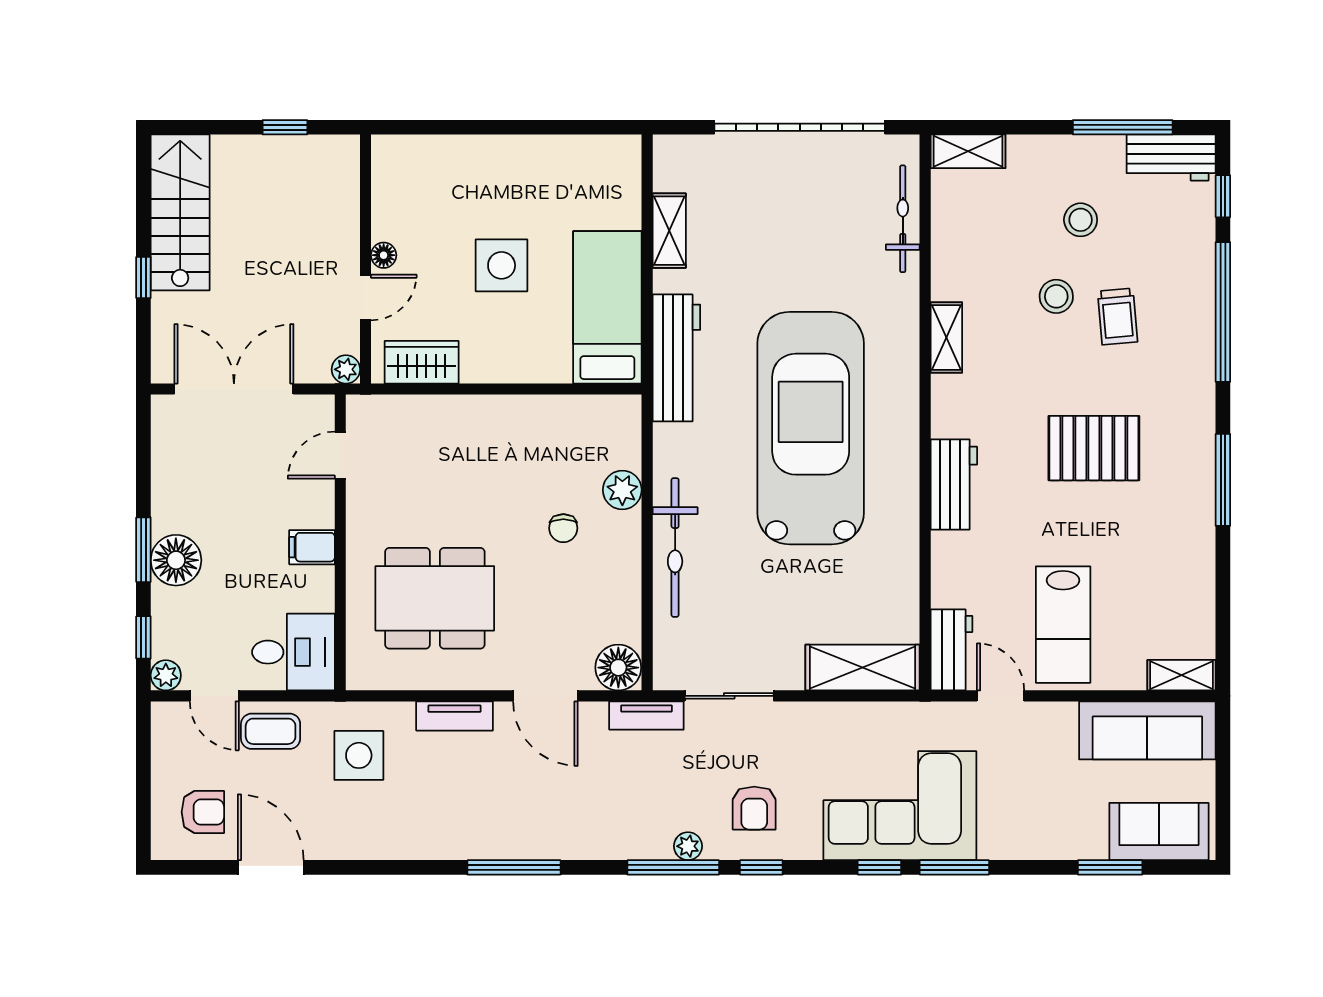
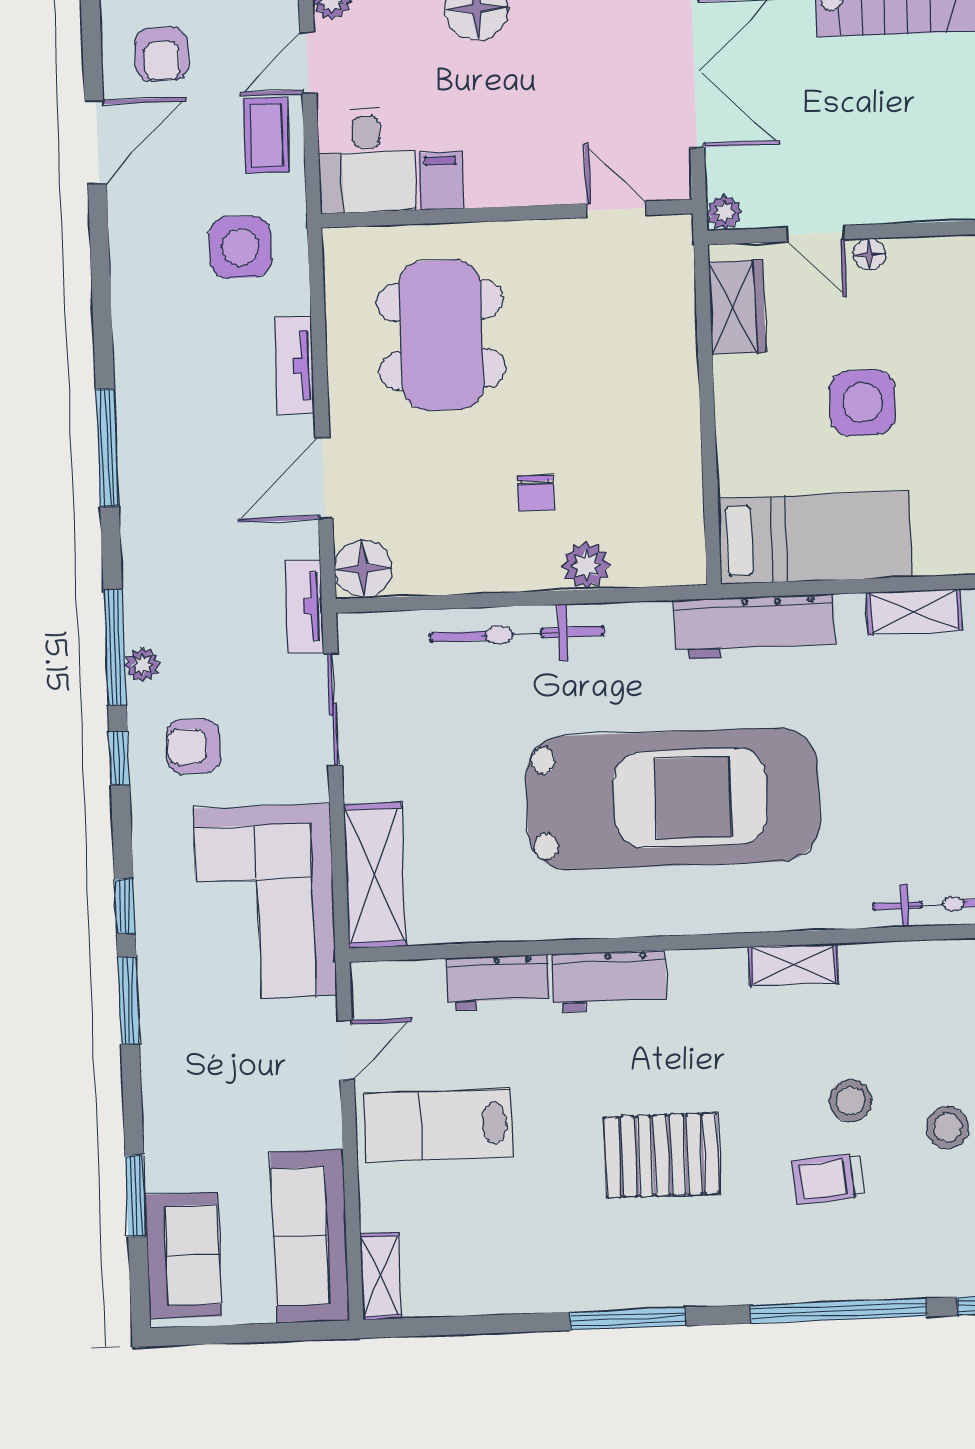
pallet: (1094, 448) -> (662, 1155), turned 90
chair: (563, 528) -> (536, 493), turned -90
filing cabinet: (312, 547) -> (441, 181), moved
workbench: (951, 650) -> (498, 983), moved
corner sofa: (900, 806) -> (265, 902), moved, turned 180

